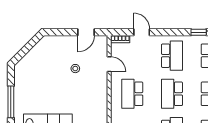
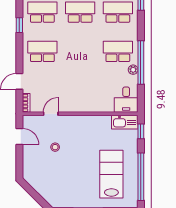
school desk: (132, 94) -> (80, 91), removed
school desk: (172, 94) -> (80, 51), removed

